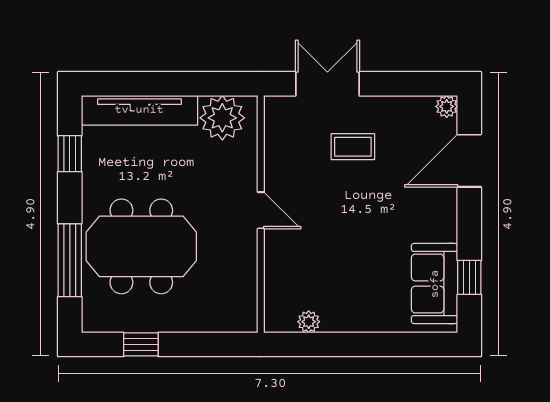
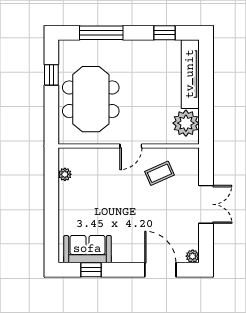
double door: (327, 84) -> (206, 204), moved
coffee table: (353, 147) -> (160, 173), moved, turned 66
meeting table: (141, 246) -> (91, 99), moved

